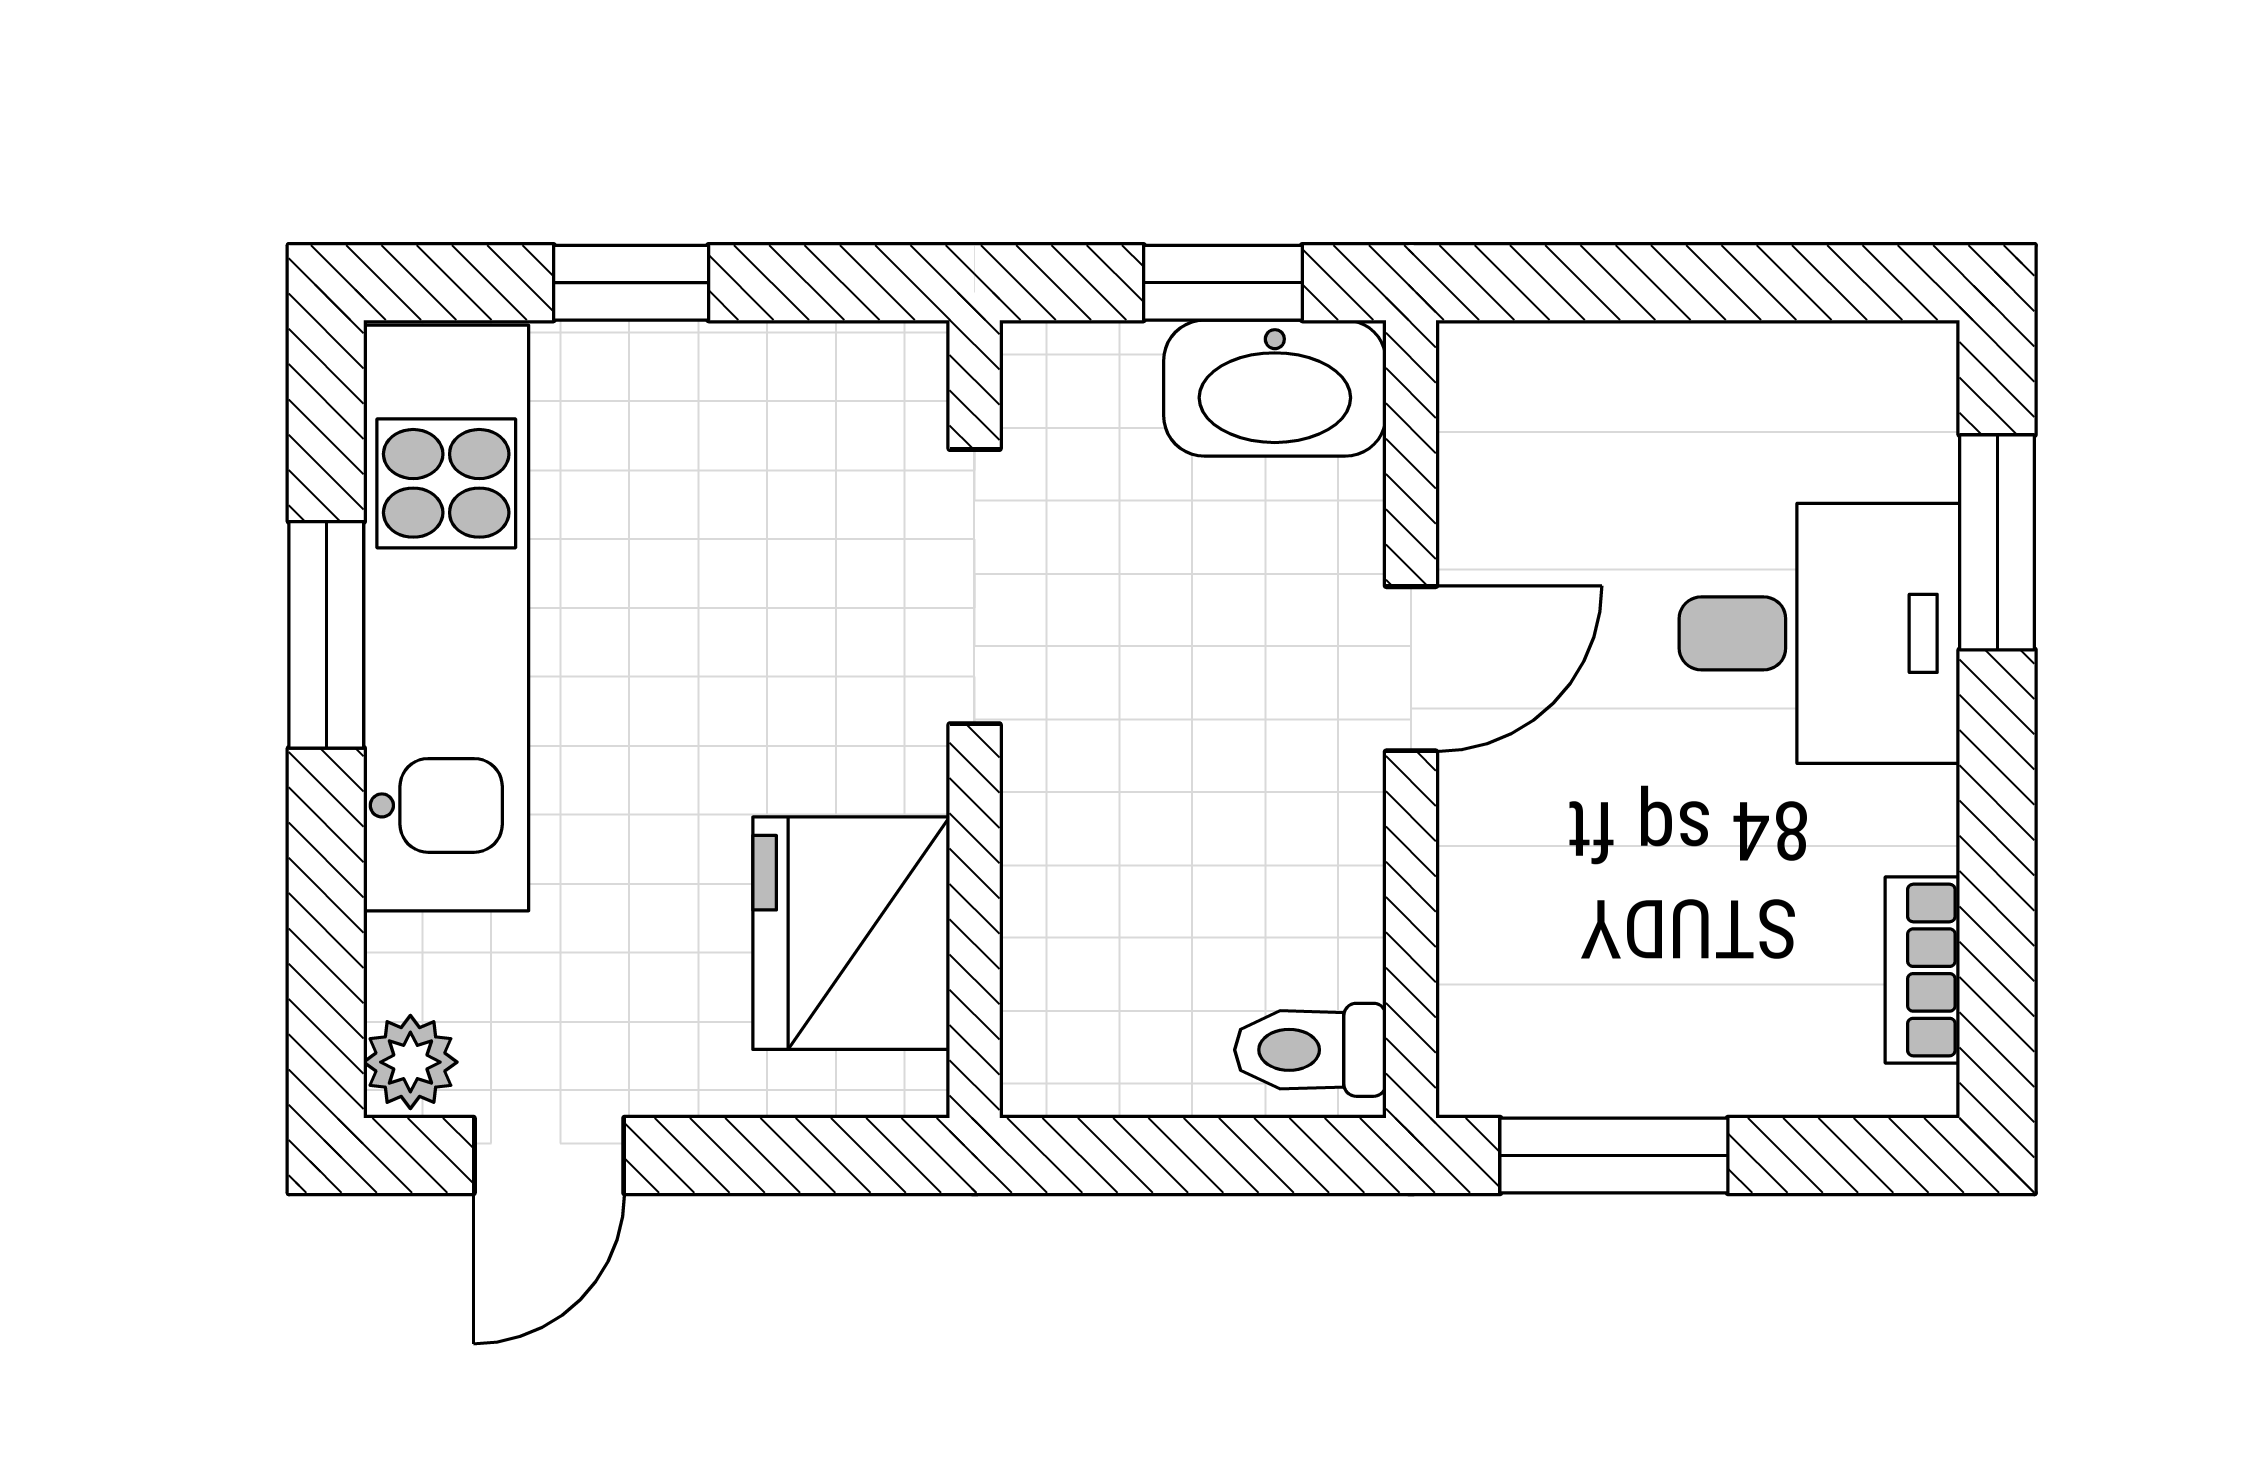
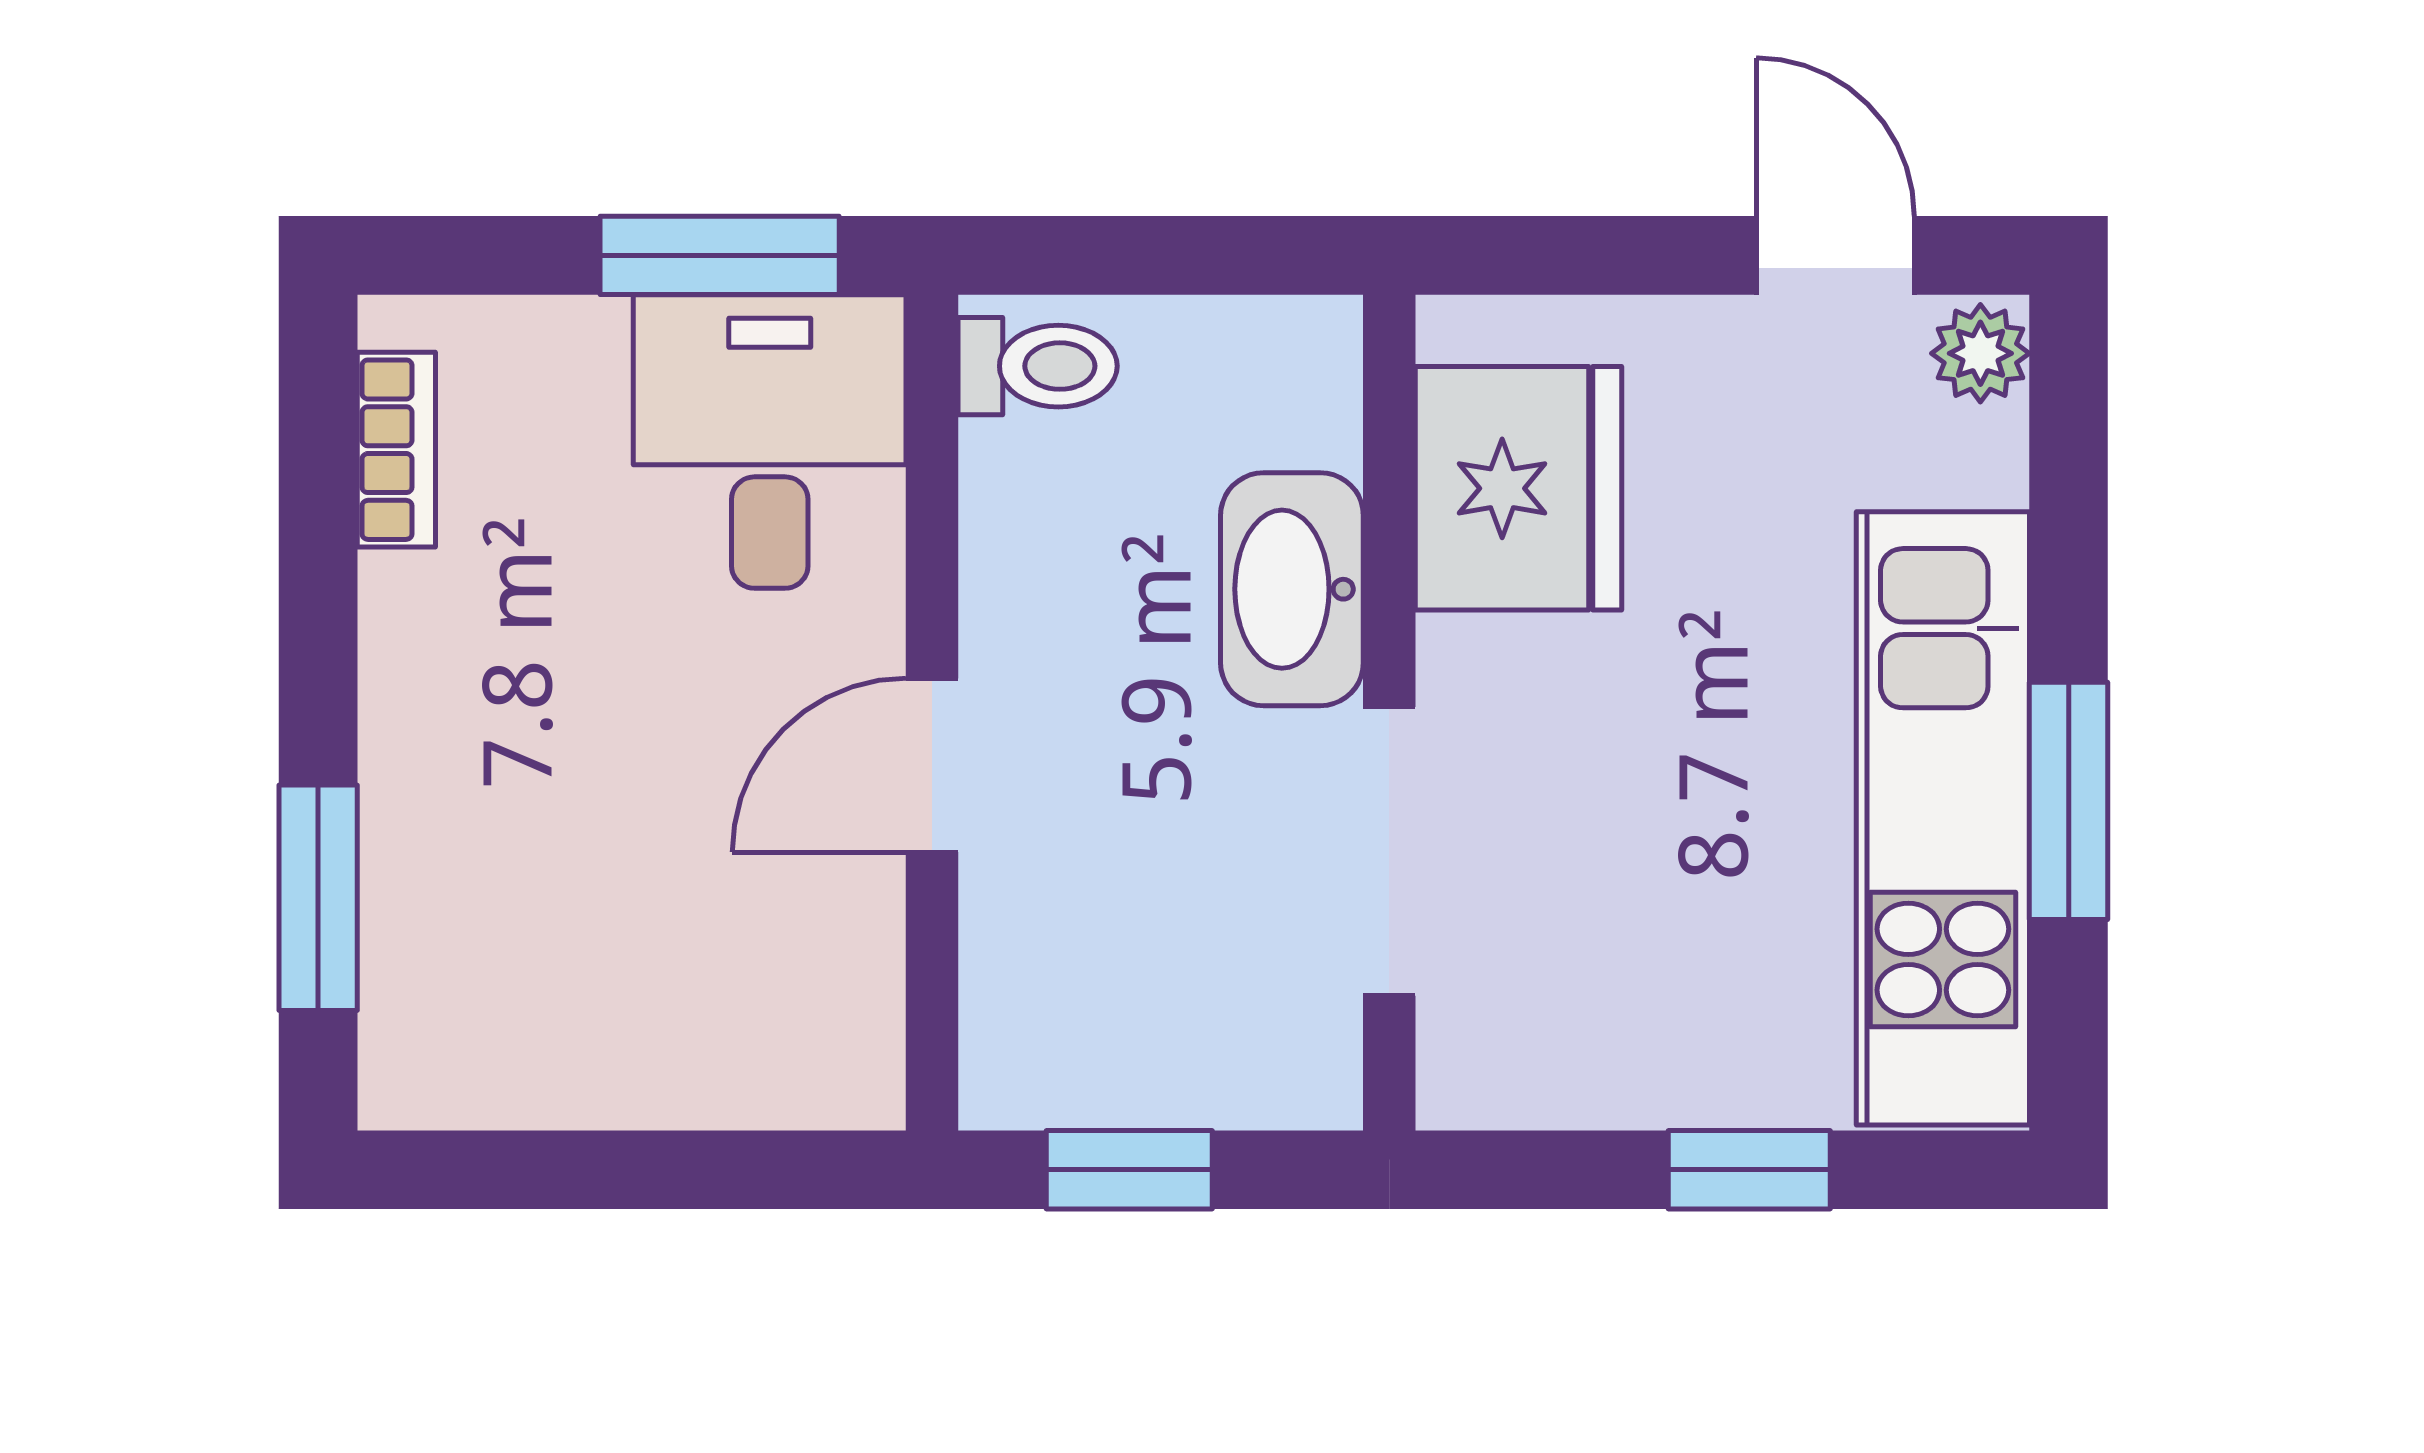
washbasin: (1275, 388) -> (1292, 589), moved, turned -90
desk: (1819, 633) -> (770, 441), moved, turned 90
door: (549, 1156) -> (1835, 255), hinge flipped

